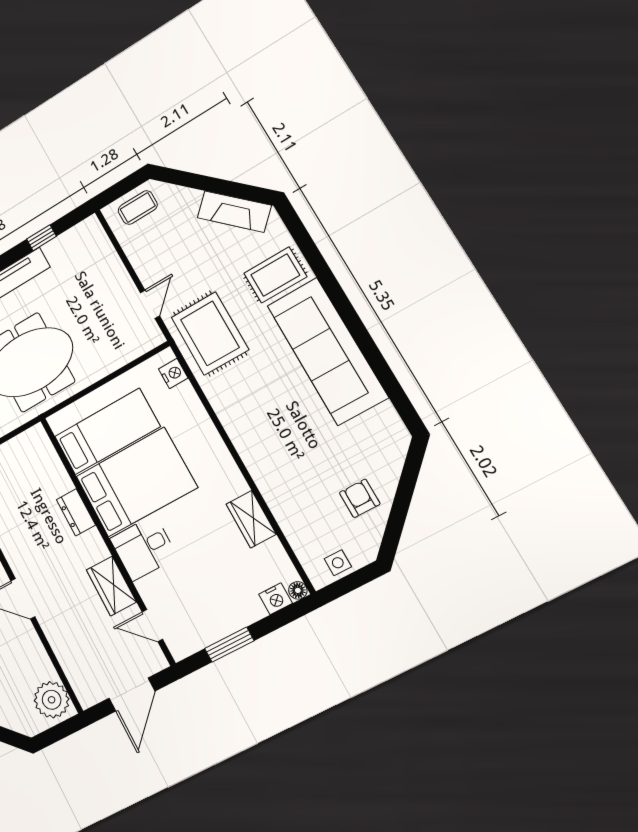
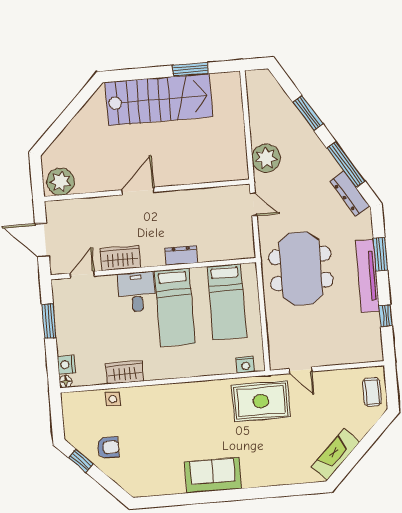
rug: (275, 275) -> (279, 461), removed
sofa: (327, 351) -> (213, 475), width x0.54, depth x0.79
bed: (136, 482) -> (175, 307), width x0.67
window: (395, 527) -> (81, 461), added
side table: (338, 563) -> (113, 399), moved

